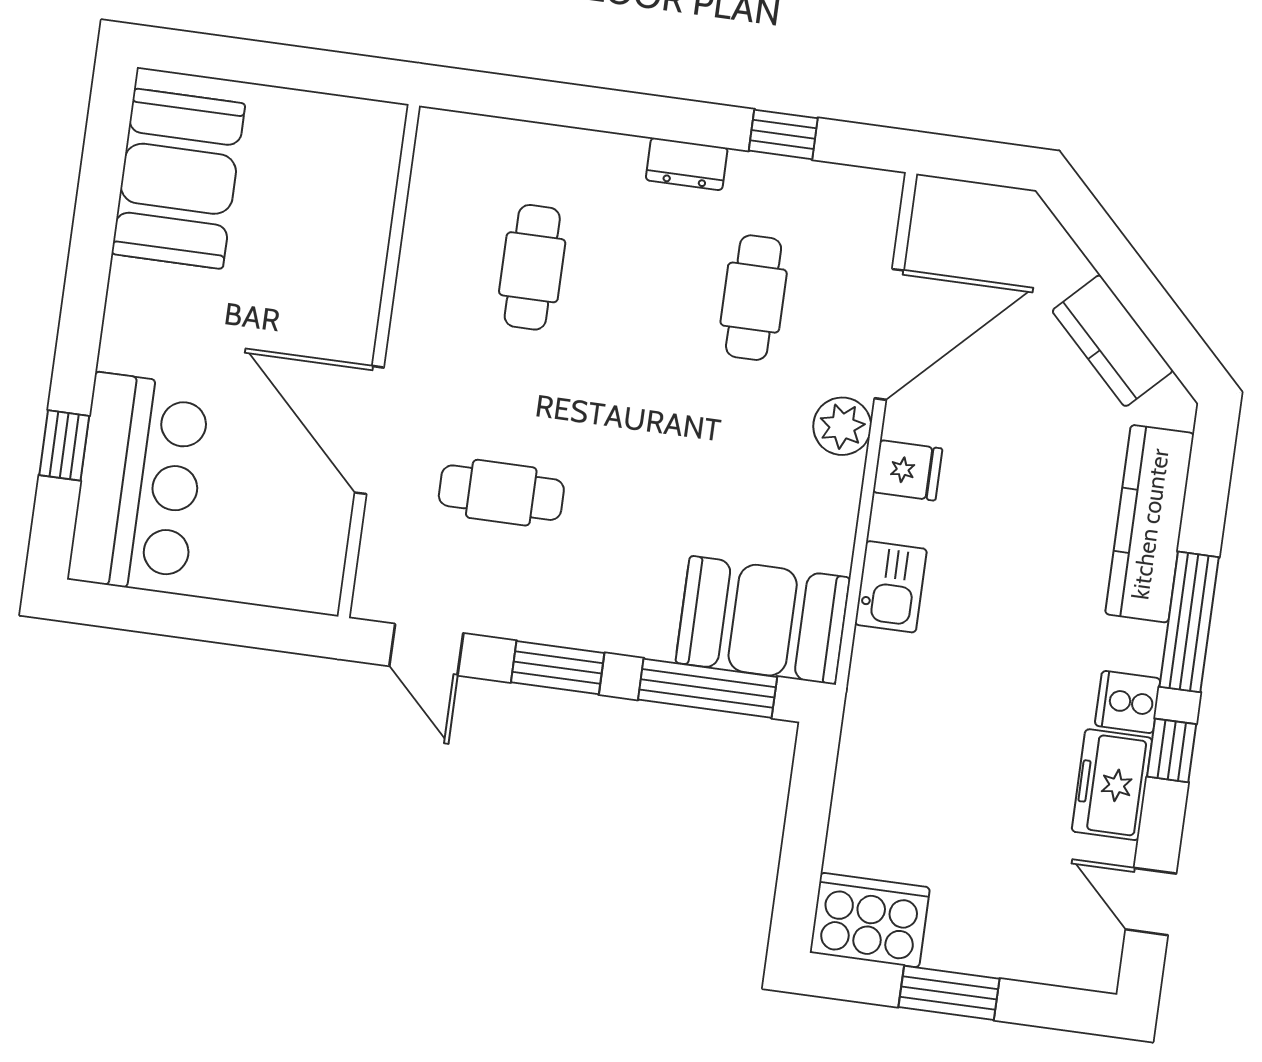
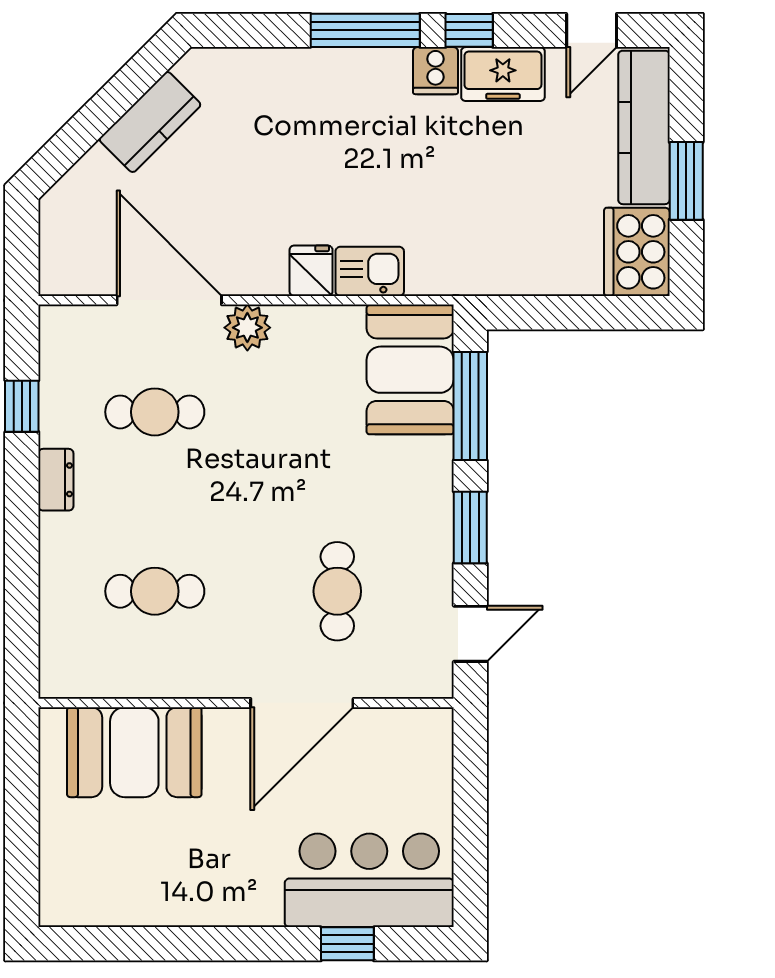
booth: (178, 179) -> (134, 752), moved
fridge: (908, 470) -> (311, 271), moved
kitchen counter: (1150, 524) -> (644, 127), moved, turned 90

